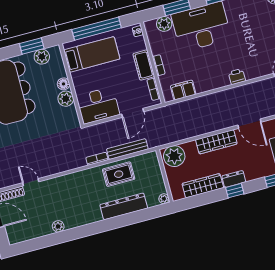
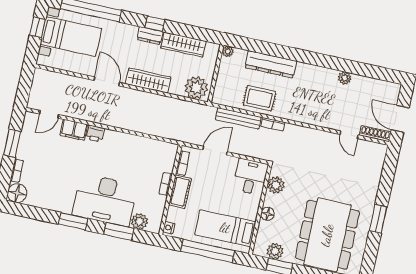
filing cabinet: (183, 90) -> (74, 130), moved
plant: (66, 99) -> (276, 185), moved
desk: (98, 105) -> (250, 177), width x0.73

